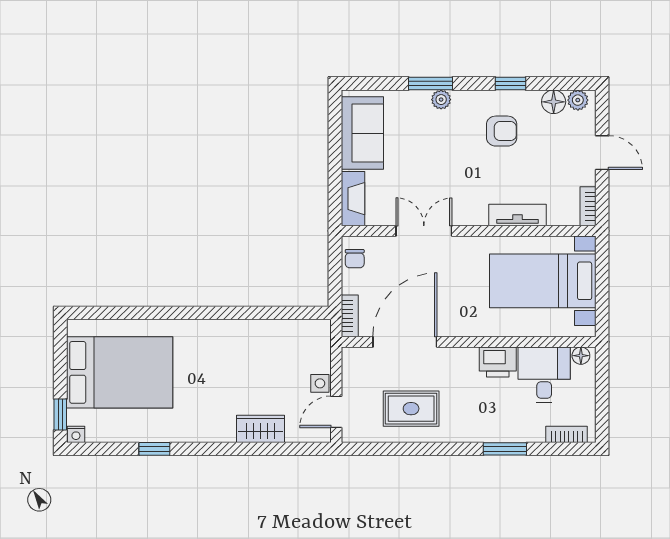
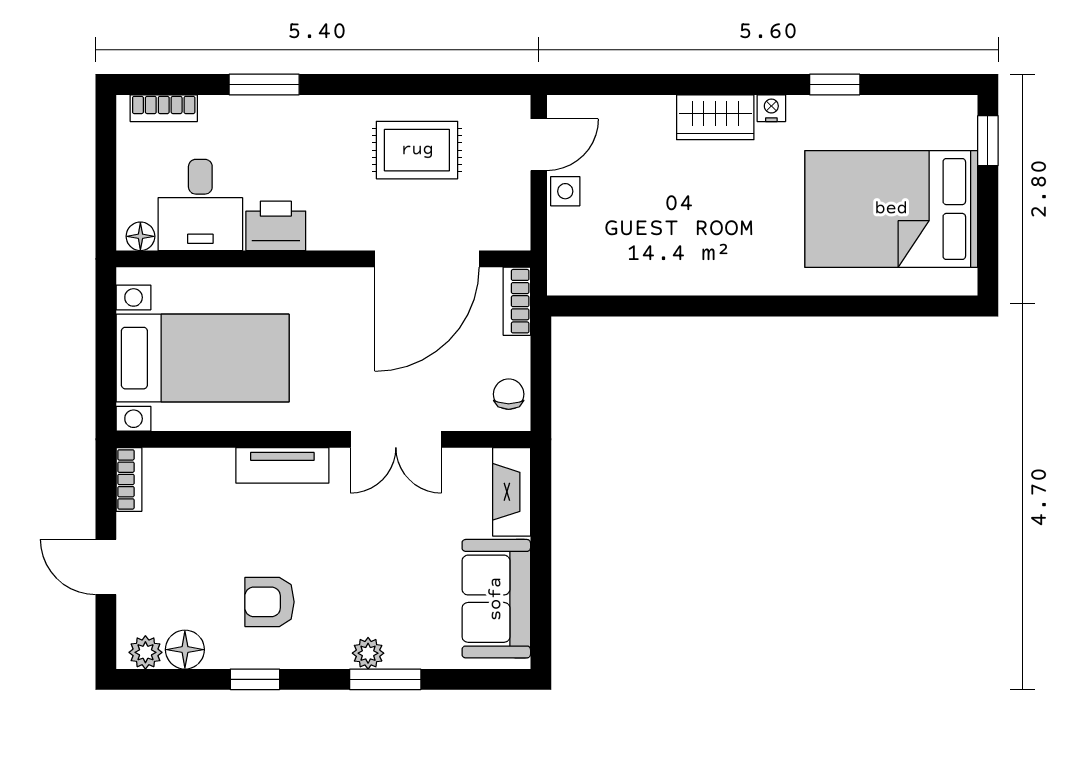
tv unit: (518, 215) -> (282, 465), moved
wardrobe: (260, 429) -> (715, 117), moved
nightstand: (76, 434) -> (771, 108), moved

